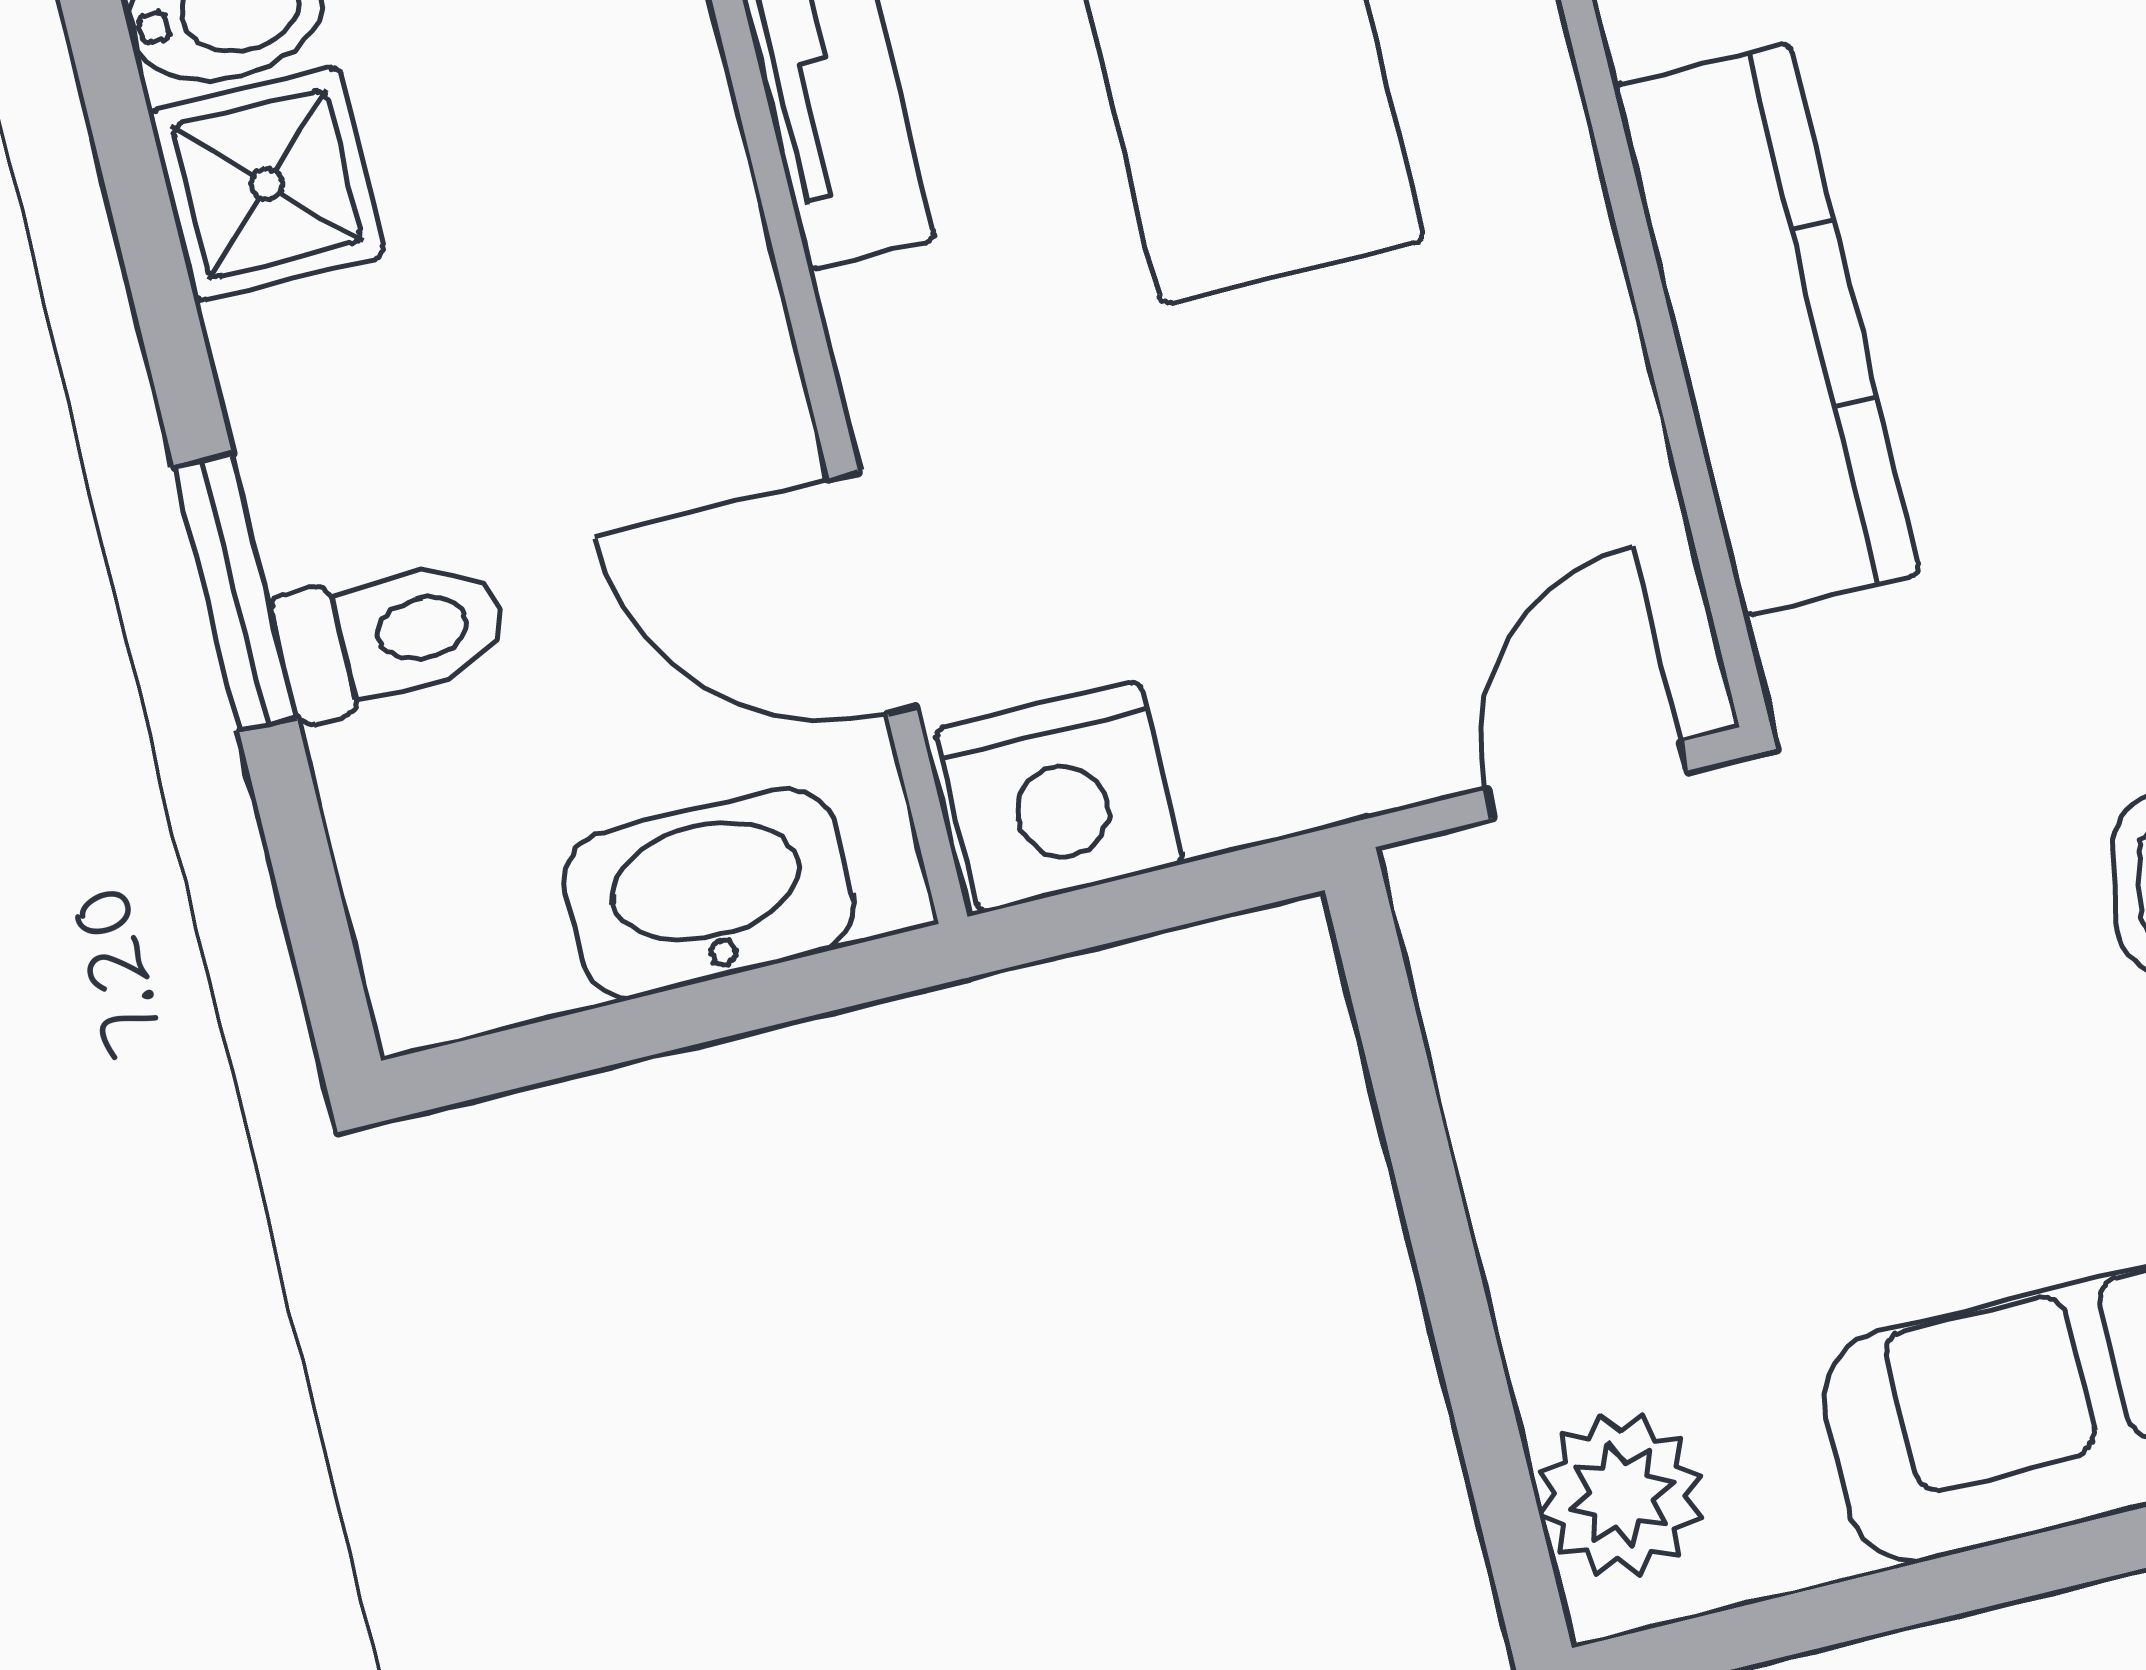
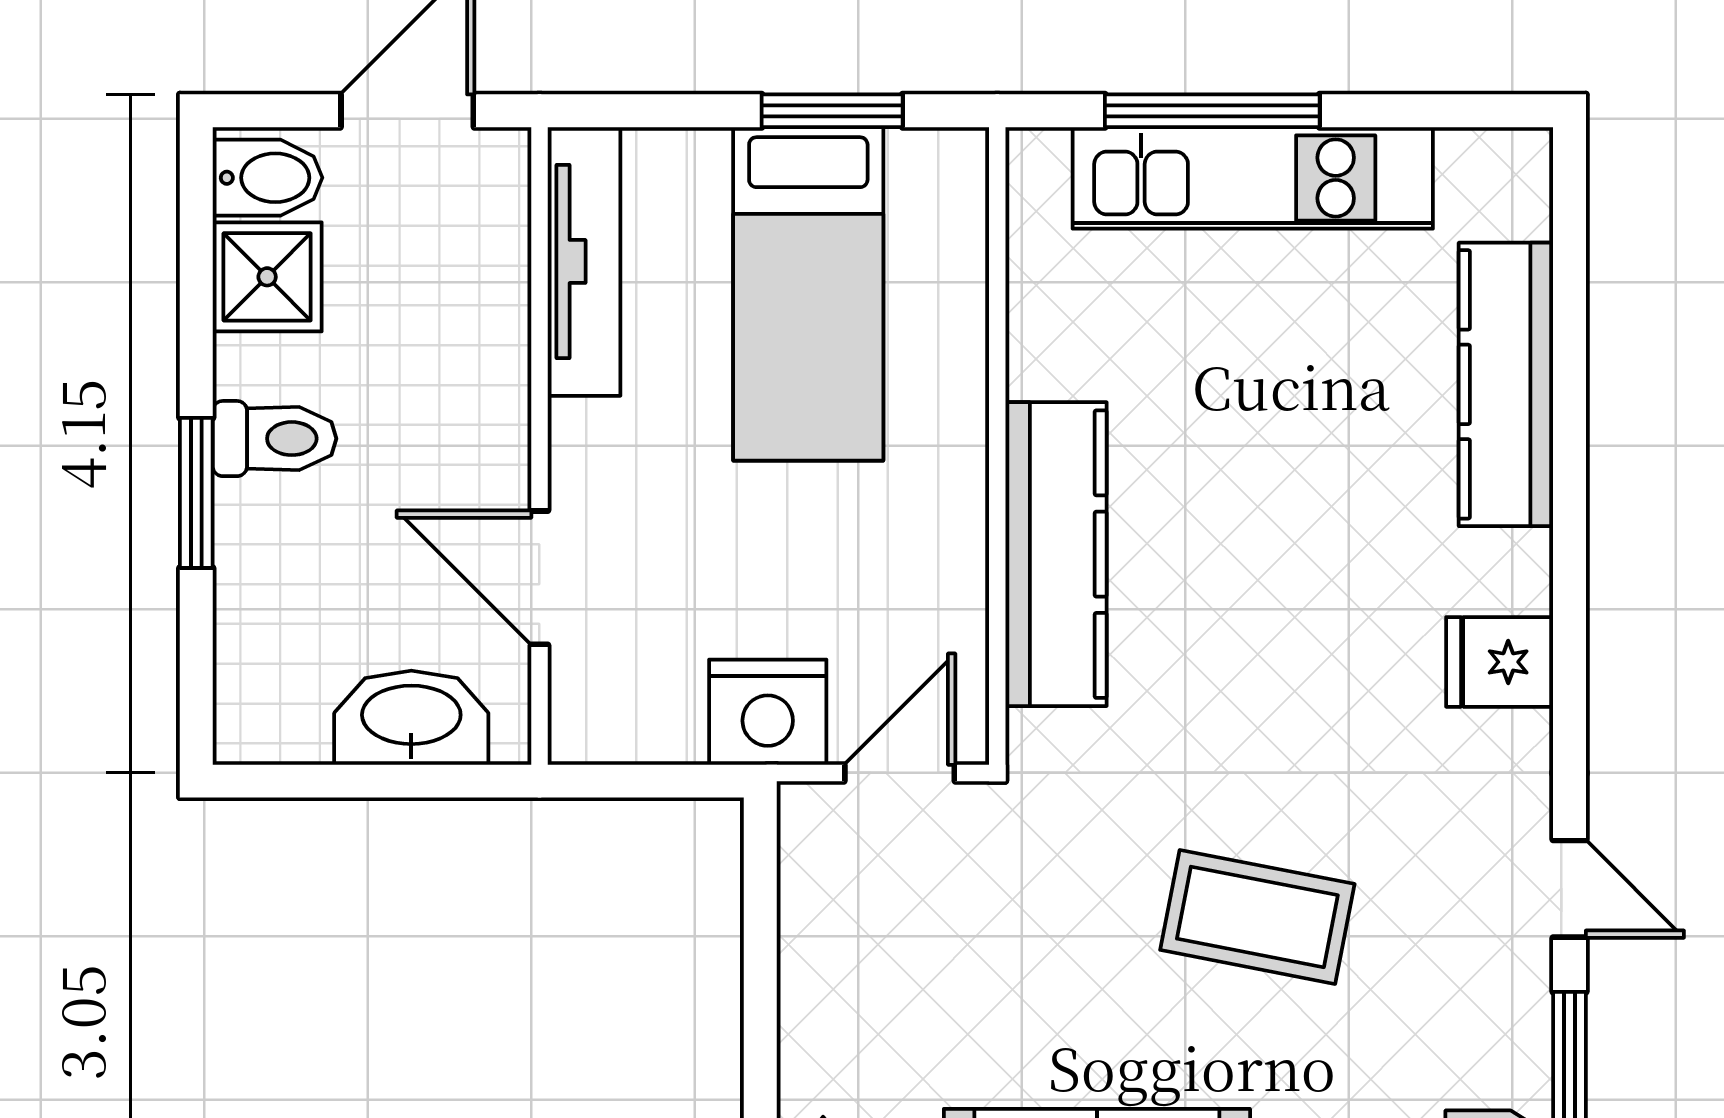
toilet: (392, 636) -> (274, 439), moved
nightstand: (1059, 797) -> (768, 712), moved

